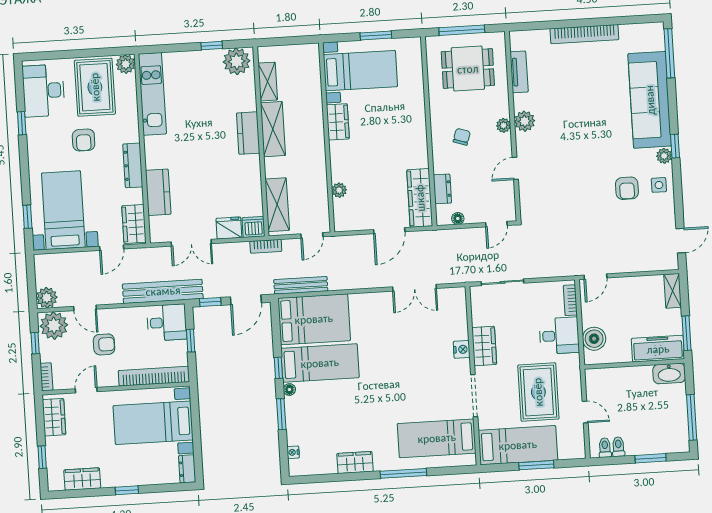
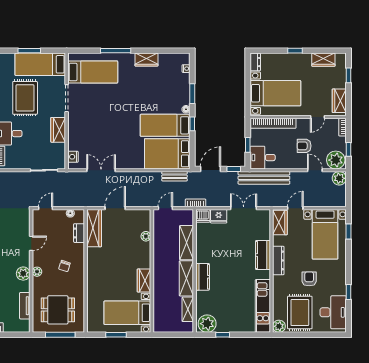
kitchen counter: (158, 192) -> (263, 255), moved
shelving: (277, 205) -> (187, 243), moved
bench: (301, 285) -> (174, 176), width x0.73
nightstand: (462, 349) -> (73, 157), moved

